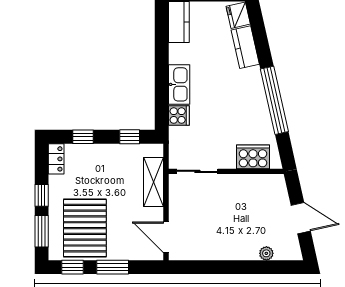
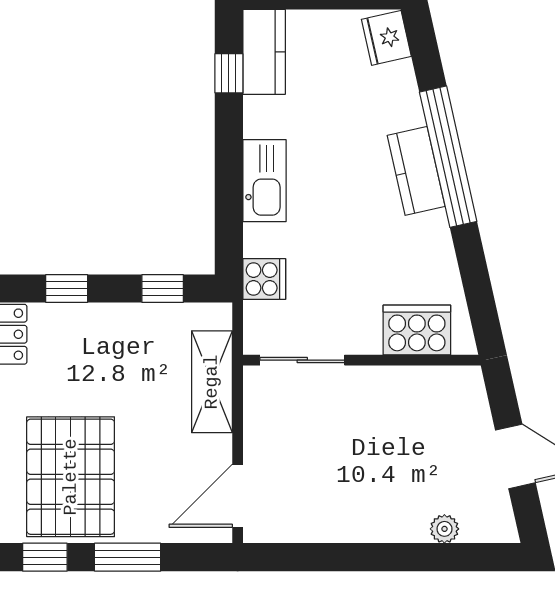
window: (162, 32) -> (229, 73), added
kitchen counter: (245, 47) -> (416, 171), moved
window: (274, 100) -> (448, 157), moved
cooker: (179, 116) -> (264, 279), moved
door: (166, 237) -> (238, 496), hinge flipped

